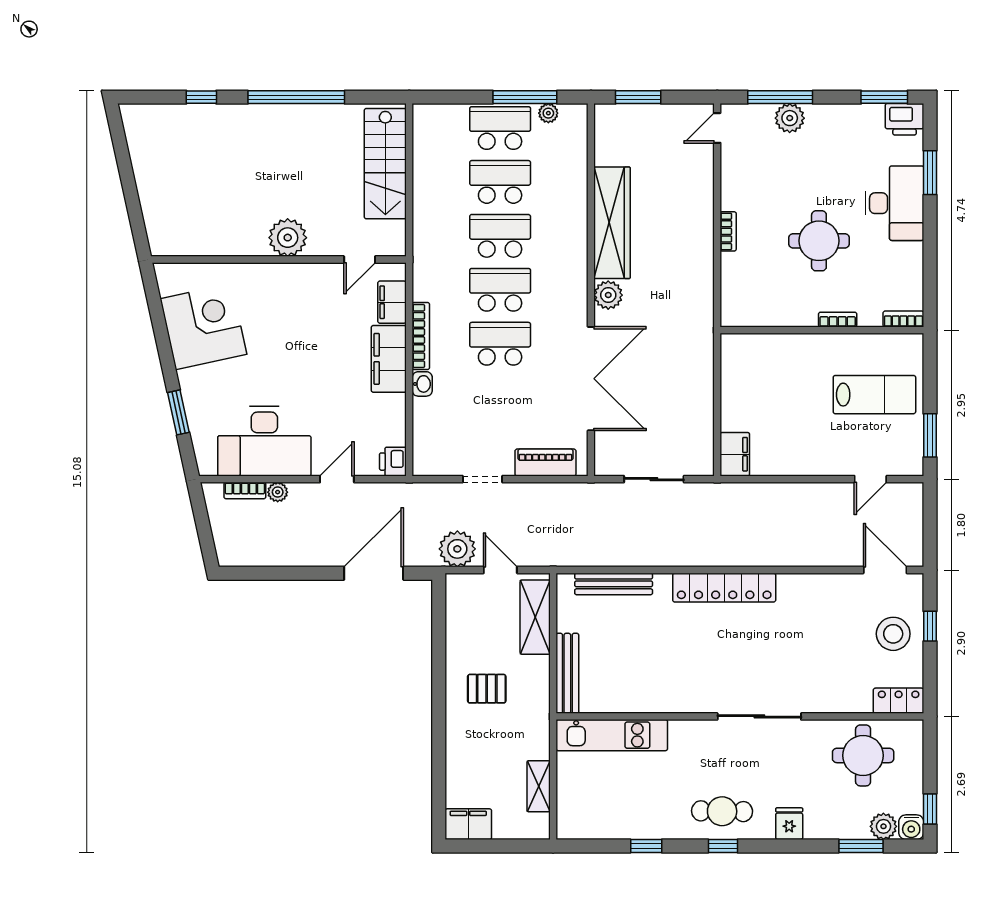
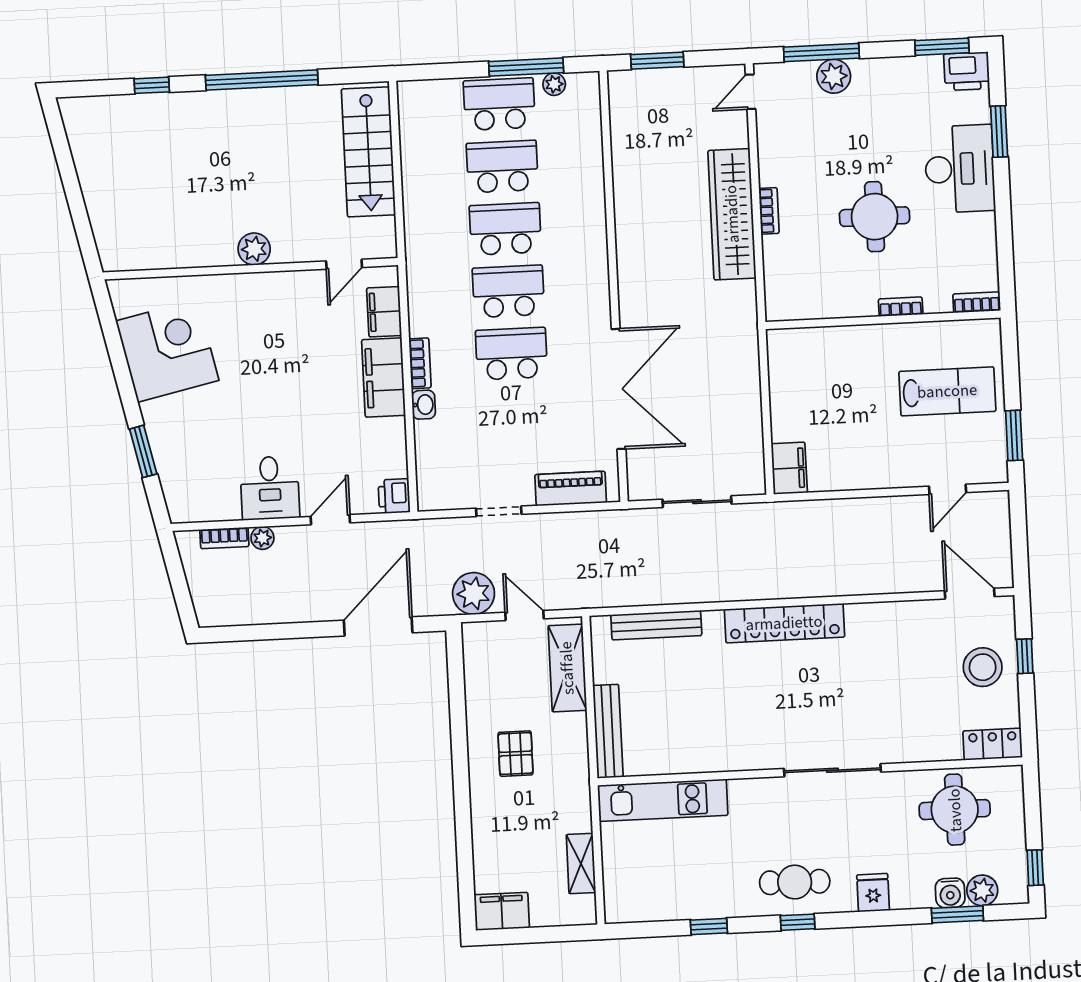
wardrobe: (612, 223) -> (732, 214), moved, turned 180
plant: (288, 238) -> (254, 249), width x0.73, depth x0.73
plant: (608, 295) -> (634, 291), removed
bookcase: (421, 336) -> (420, 363), width x0.64
desk: (264, 441) -> (270, 488), width x0.53, depth x0.77
pallet: (487, 689) -> (515, 754), turned 90
water cooler: (911, 827) -> (950, 893), moved

